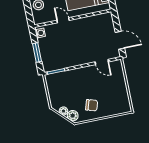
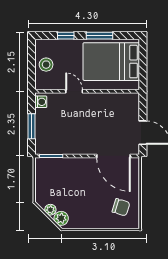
door: (102, 62) -> (113, 156), width x1.87
chair: (92, 105) -> (121, 207), moved

